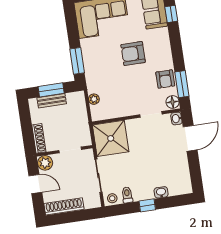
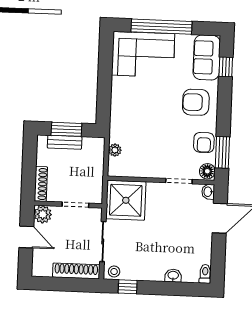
armchair: (133, 54) -> (196, 102), moved
window: (77, 61) -> (104, 101), removed
toilet: (127, 195) -> (205, 274), moved
window: (147, 205) -> (128, 287), moved
shoe rack: (64, 206) -> (76, 271), moved

